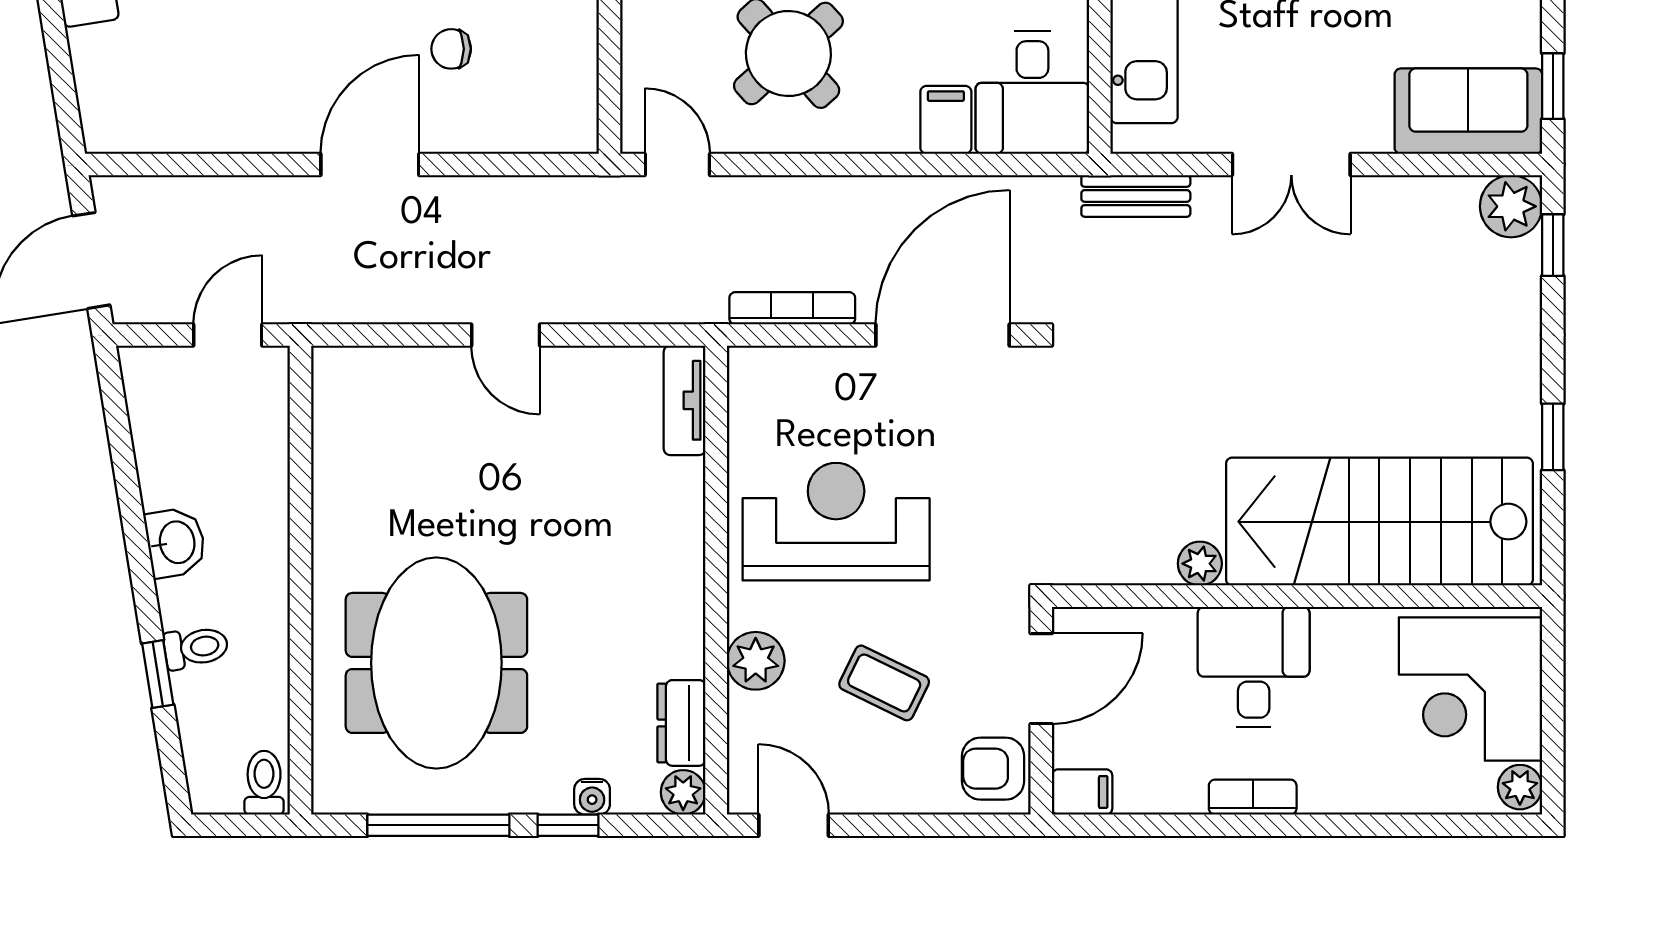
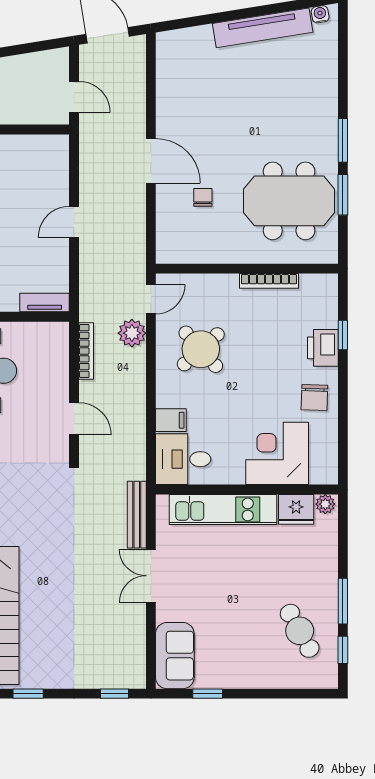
window: (1553, 86) -> (208, 694), moved
bench: (1136, 196) -> (137, 515), width x1.36
plant: (1511, 206) -> (132, 333), moved
door: (943, 335) -> (74, 419), width x0.53

